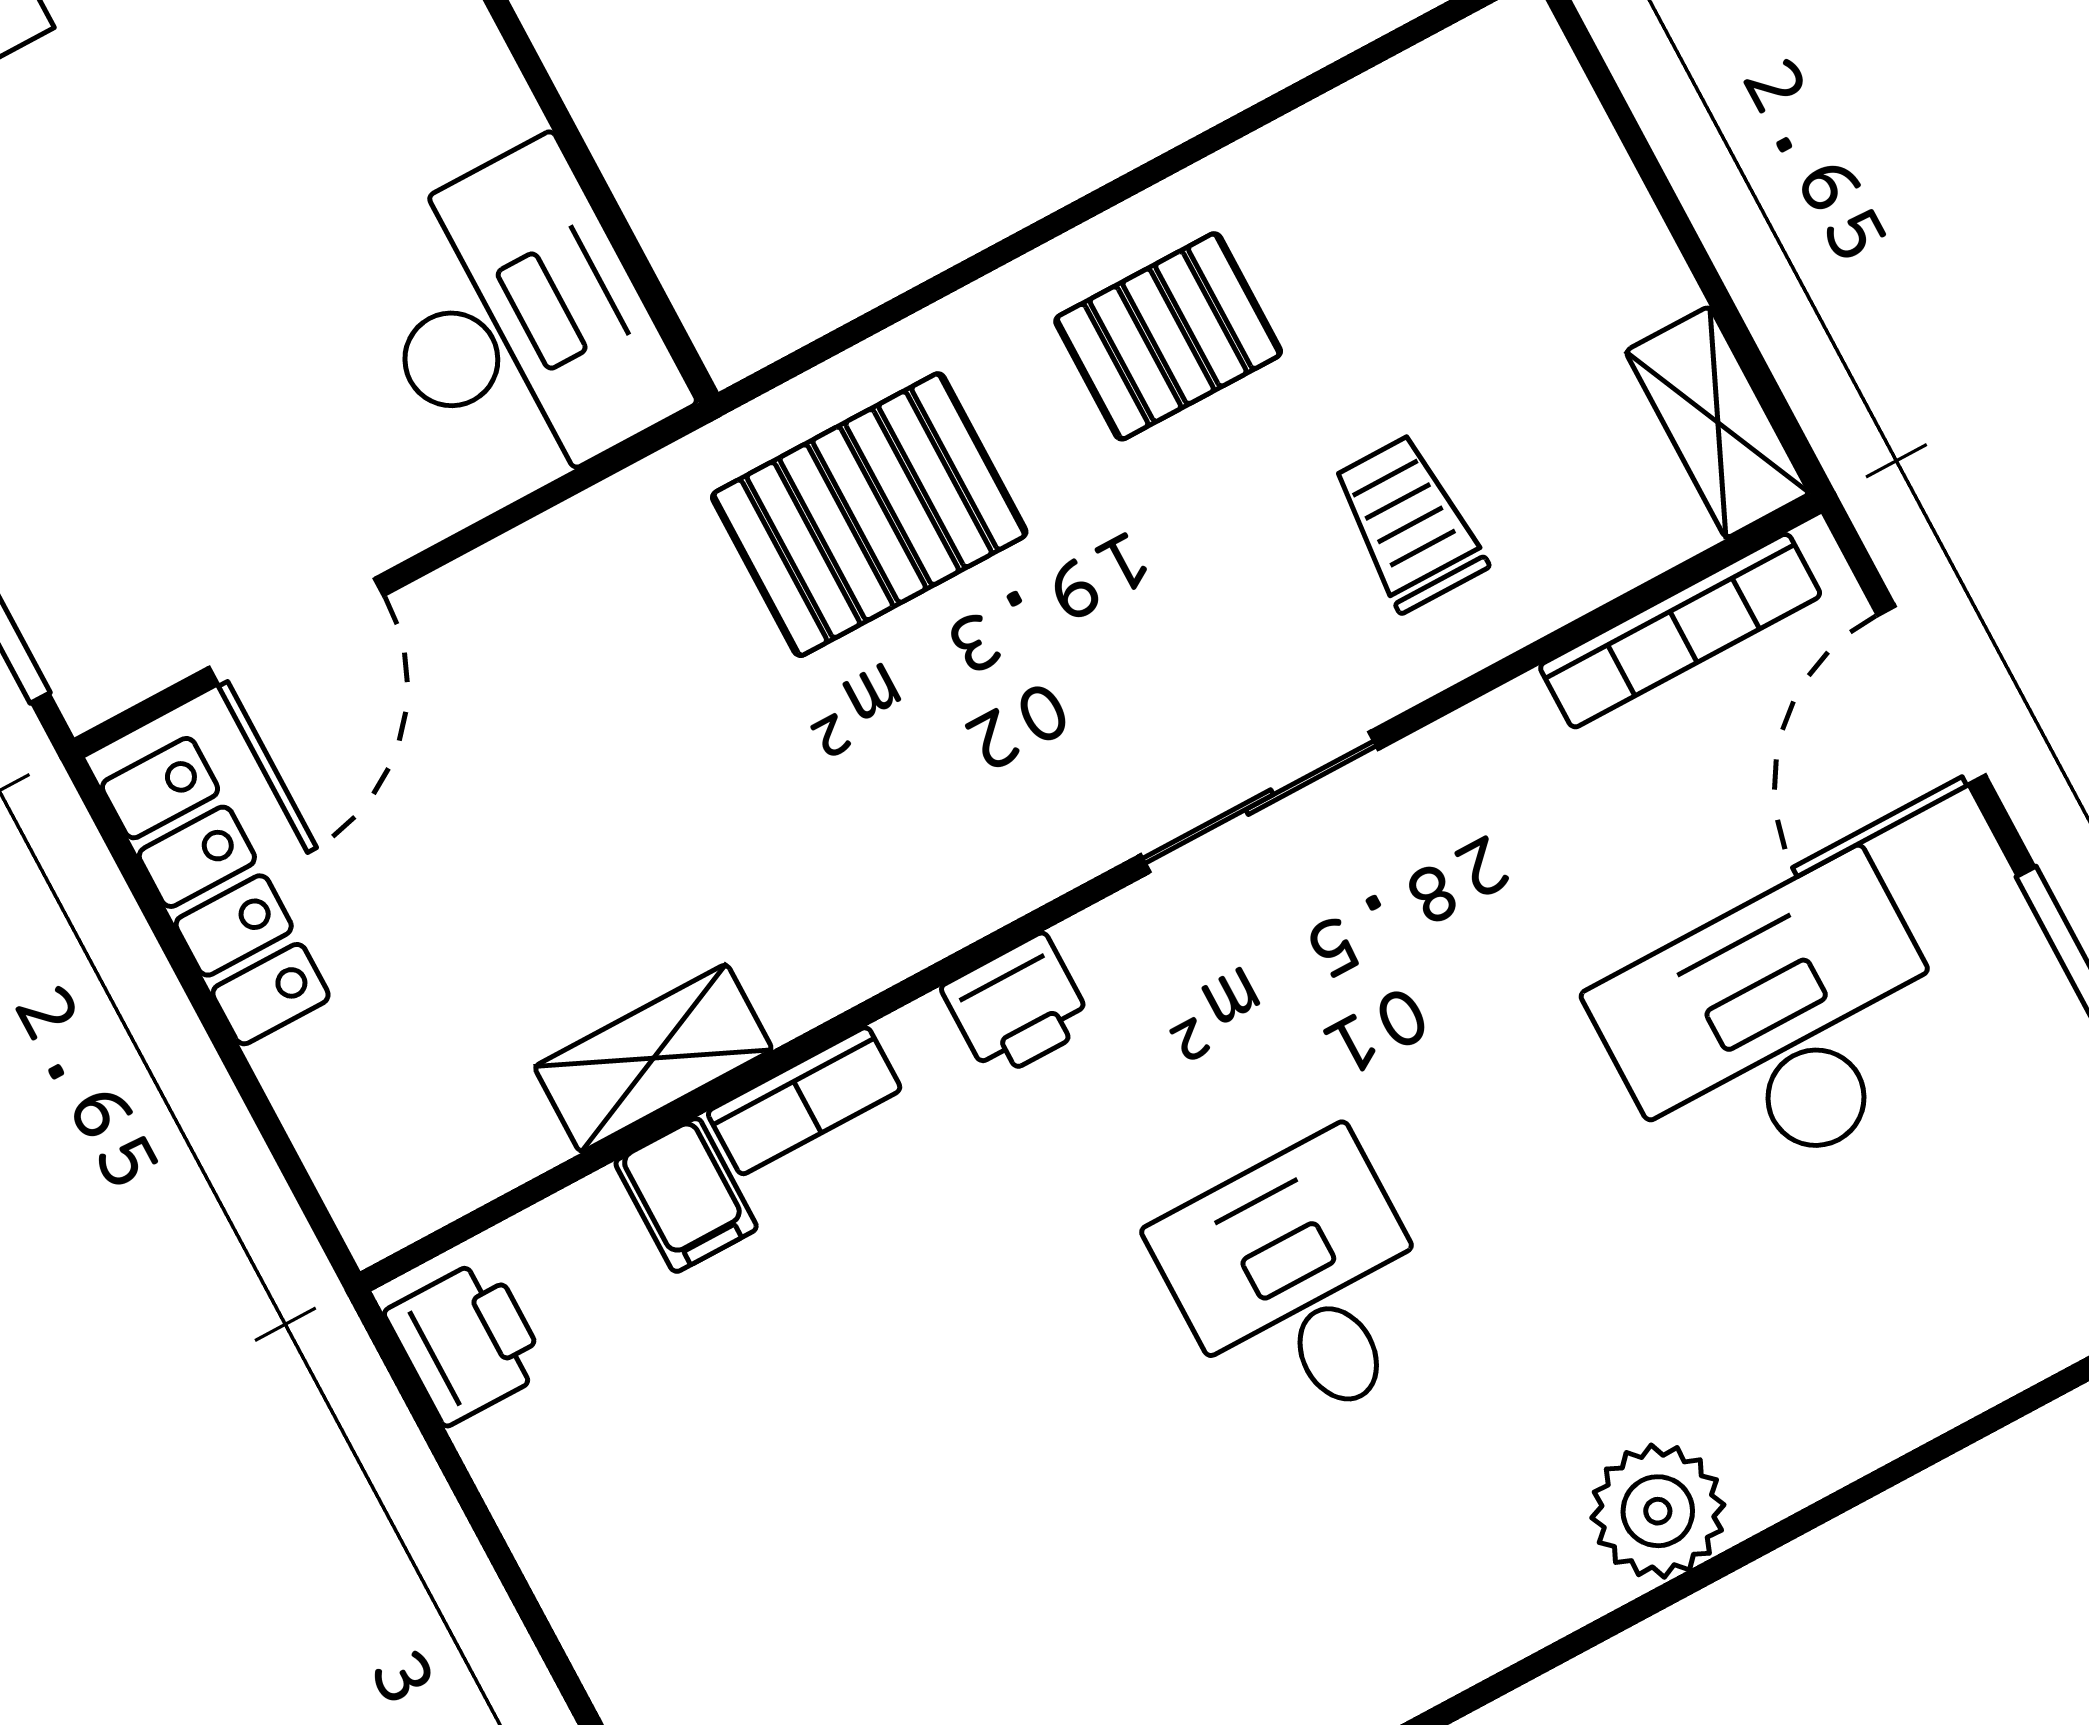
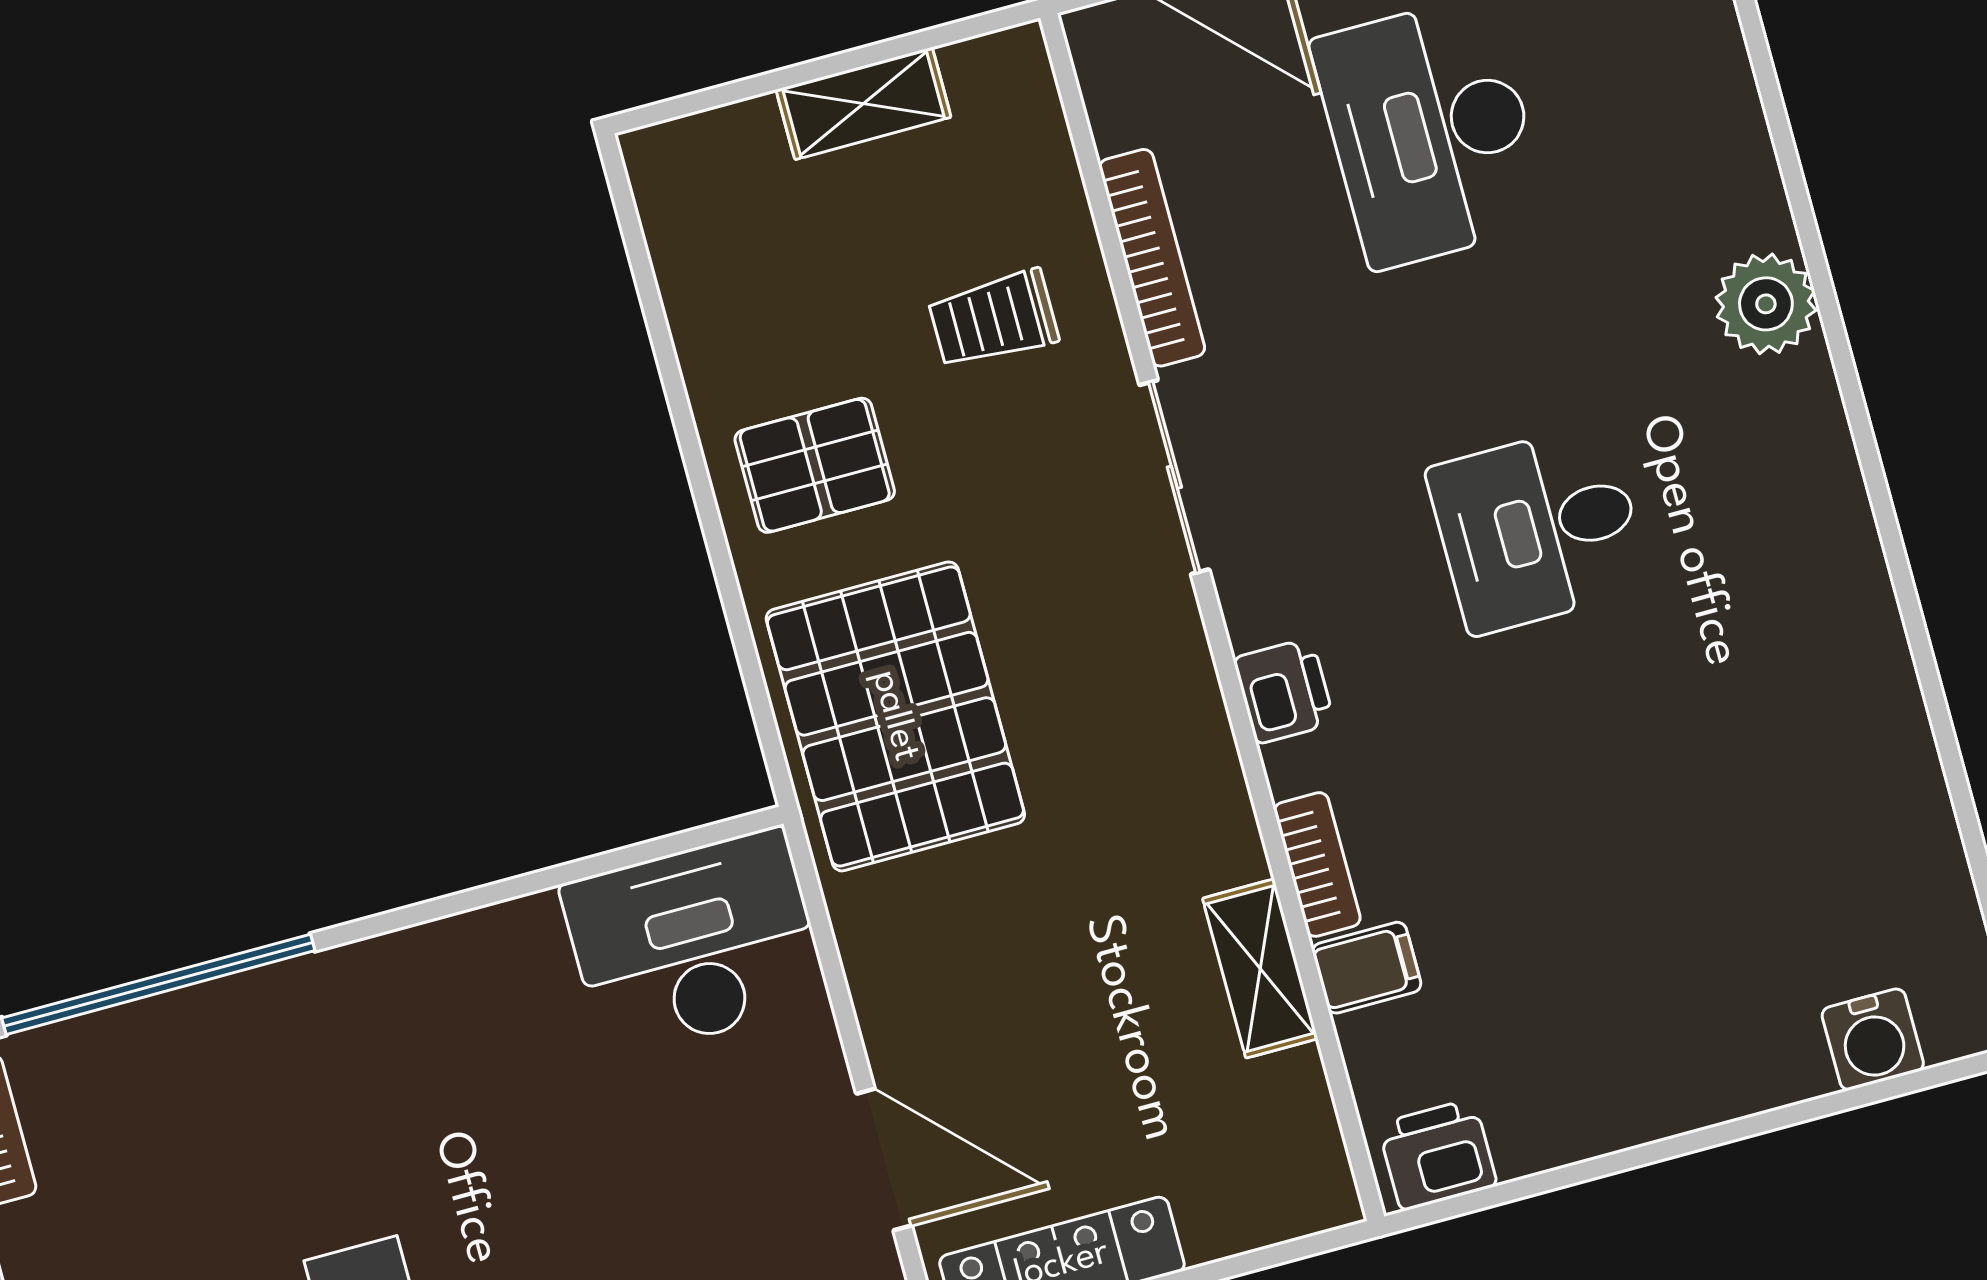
pallet: (1168, 336) -> (815, 465), turned 90
shelving: (1718, 422) -> (863, 103), moved
pallet: (869, 515) -> (895, 716), width x1.37, depth x1.41
bookcase: (1680, 631) -> (1152, 258), moved

